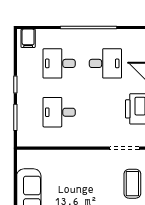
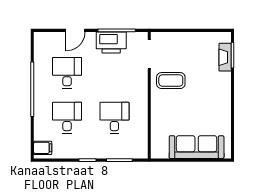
desk: (59, 63) -> (67, 118), turned 180
desk: (59, 112) -> (114, 118), turned 180
coffee table: (132, 184) -> (171, 81), moved

